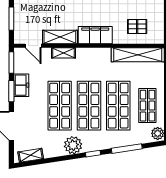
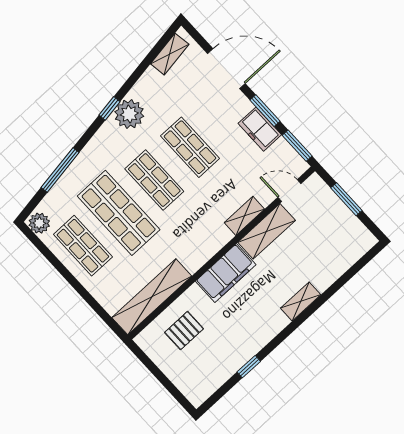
shop shelf: (60, 106) -> (190, 147), width x0.70, depth x0.74
shop shelf: (89, 106) -> (154, 180), width x0.70, depth x0.74
window: (93, 154) -> (109, 108), moved

